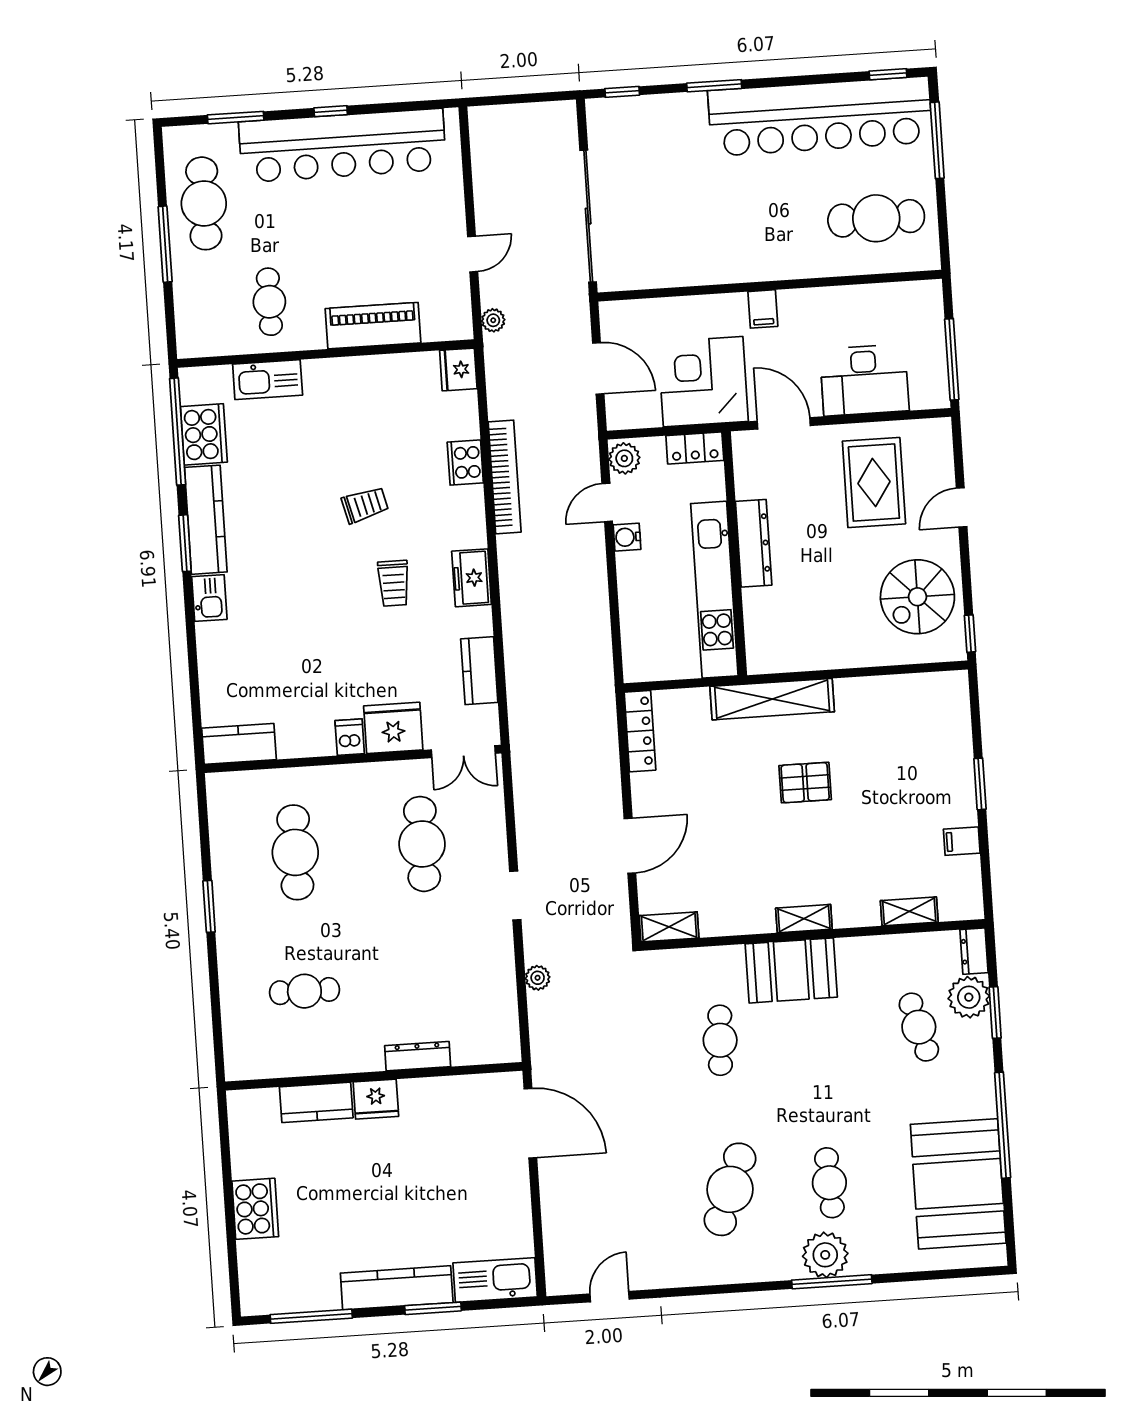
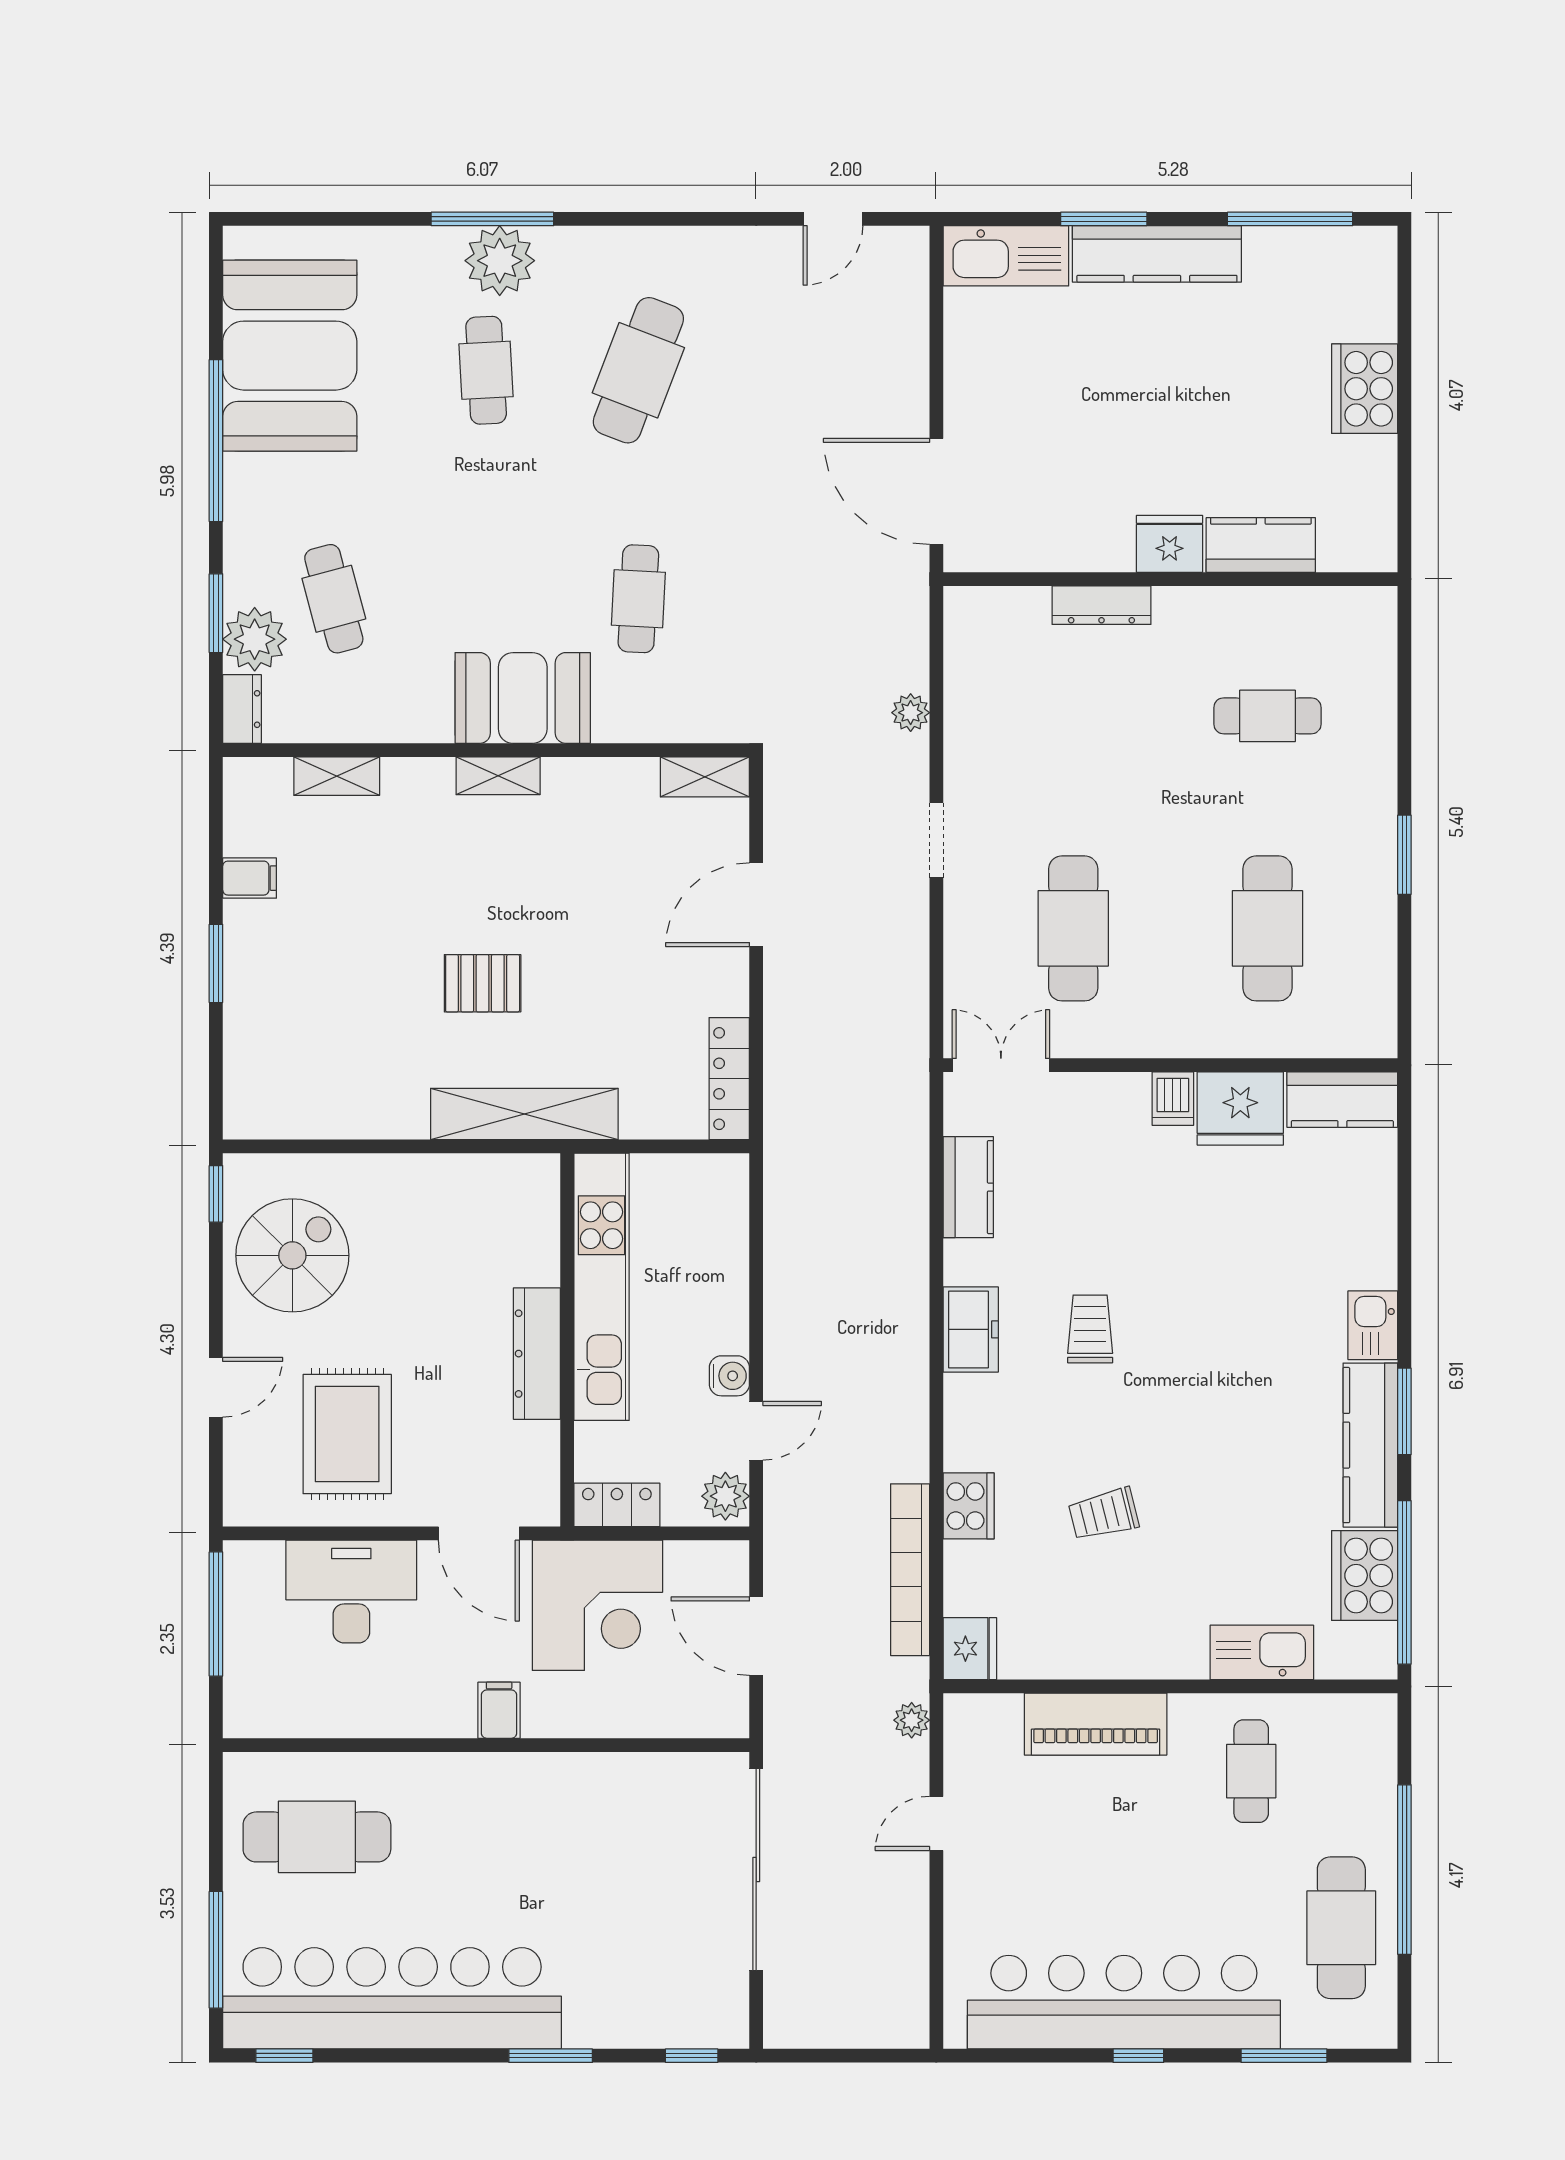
window: (165, 244) -> (1404, 1870), width x1.46
bookcase: (505, 477) -> (910, 1570), moved
trolley: (365, 505) -> (1104, 1514), moved
fridge: (393, 728) -> (1240, 1108), moved

